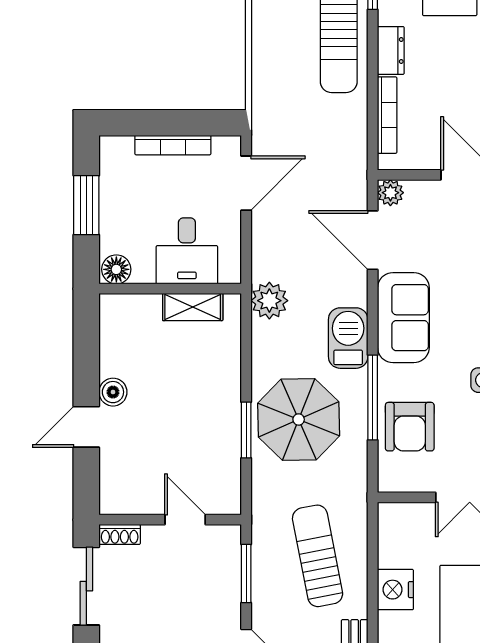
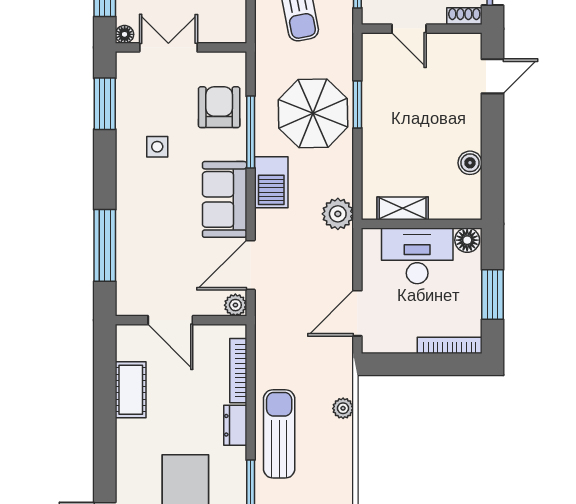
plant: (263, 71) -> (343, 408), added
bookcase: (173, 145) -> (450, 345), moved
door: (373, 240) -> (251, 265), swing flipped
desk: (187, 251) -> (417, 256), width x1.37
boiler: (113, 392) -> (470, 163), moved
door: (86, 427) -> (492, 76), moved

